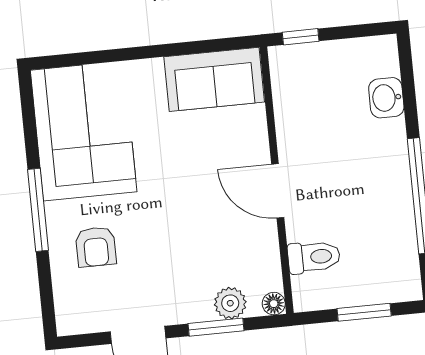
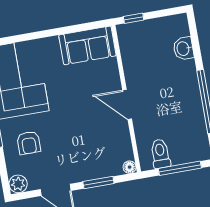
toilet: (314, 257) -> (160, 154), moved, turned -90
plant: (230, 303) -> (18, 184), moved
window: (364, 312) -> (180, 168), width x1.44

